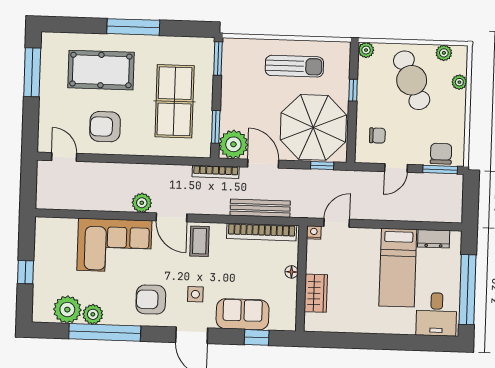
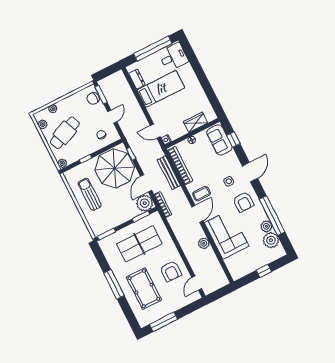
door: (396, 168) -> (112, 117), hinge flipped
plant: (142, 203) -> (204, 243), moved
sofa: (243, 314) -> (219, 140), moved

